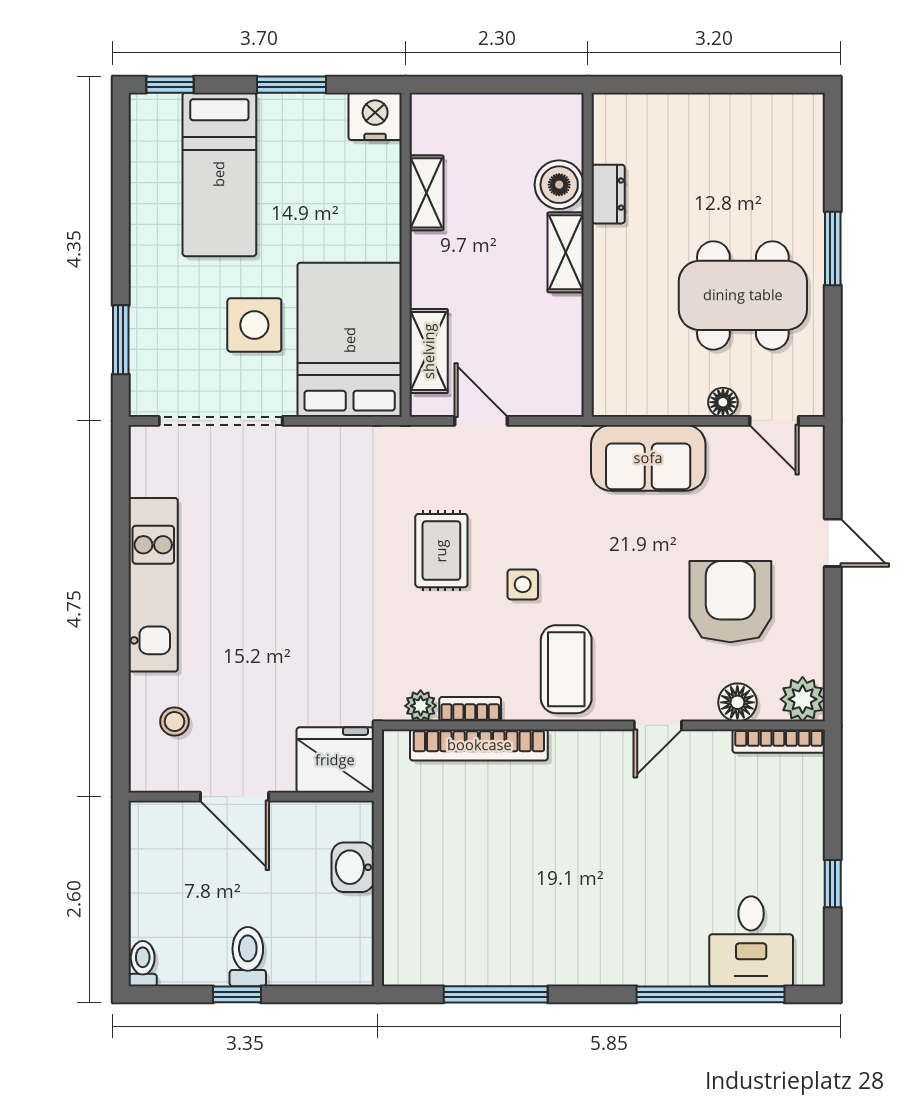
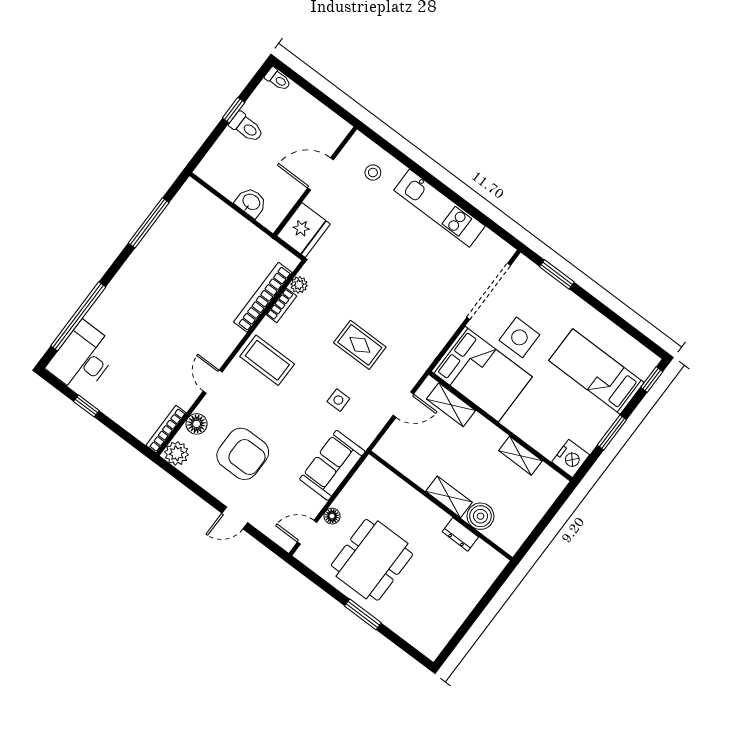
side table: (523, 584) -> (338, 400), moved
desk: (751, 941) -> (83, 358), width x1.37

